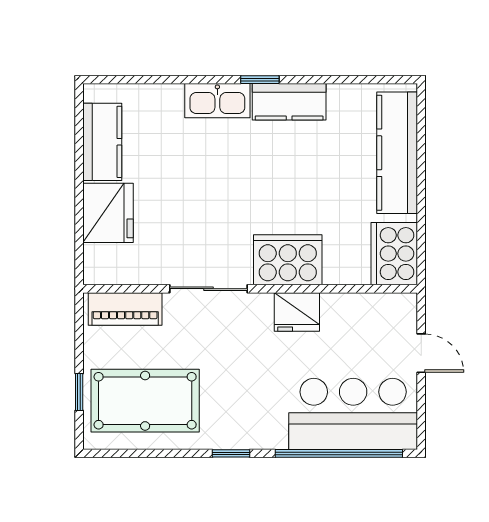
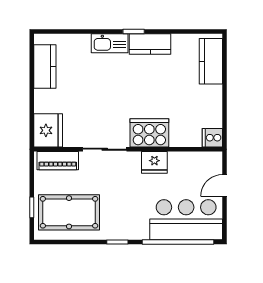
kitchen counter: (397, 153) -> (211, 61), width x0.67
fridge: (108, 213) -> (48, 130), moved
cooker: (394, 254) -> (212, 138), width x0.53, depth x0.76
door: (421, 353) -> (224, 186), swing flipped

